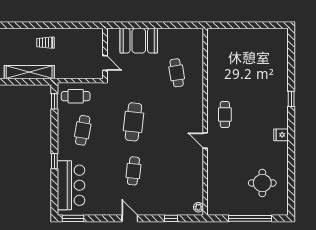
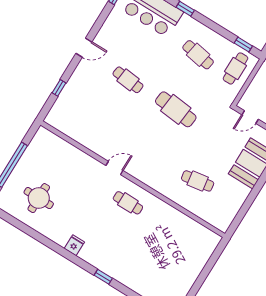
plant: (198, 207) -> (53, 121), removed

